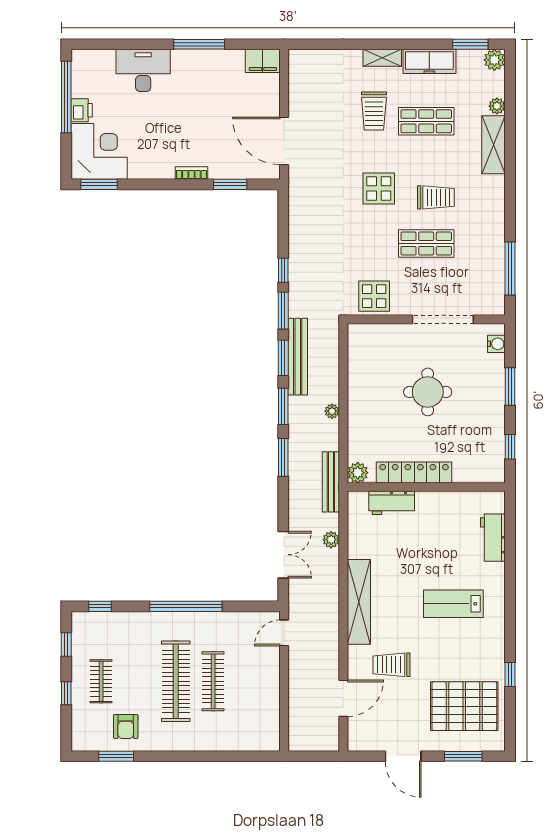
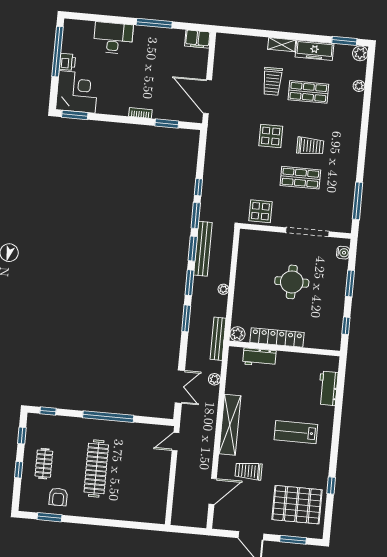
shelving: (493, 145) -> (354, 113), removed
clothes rail: (213, 681) -> (122, 471), removed

